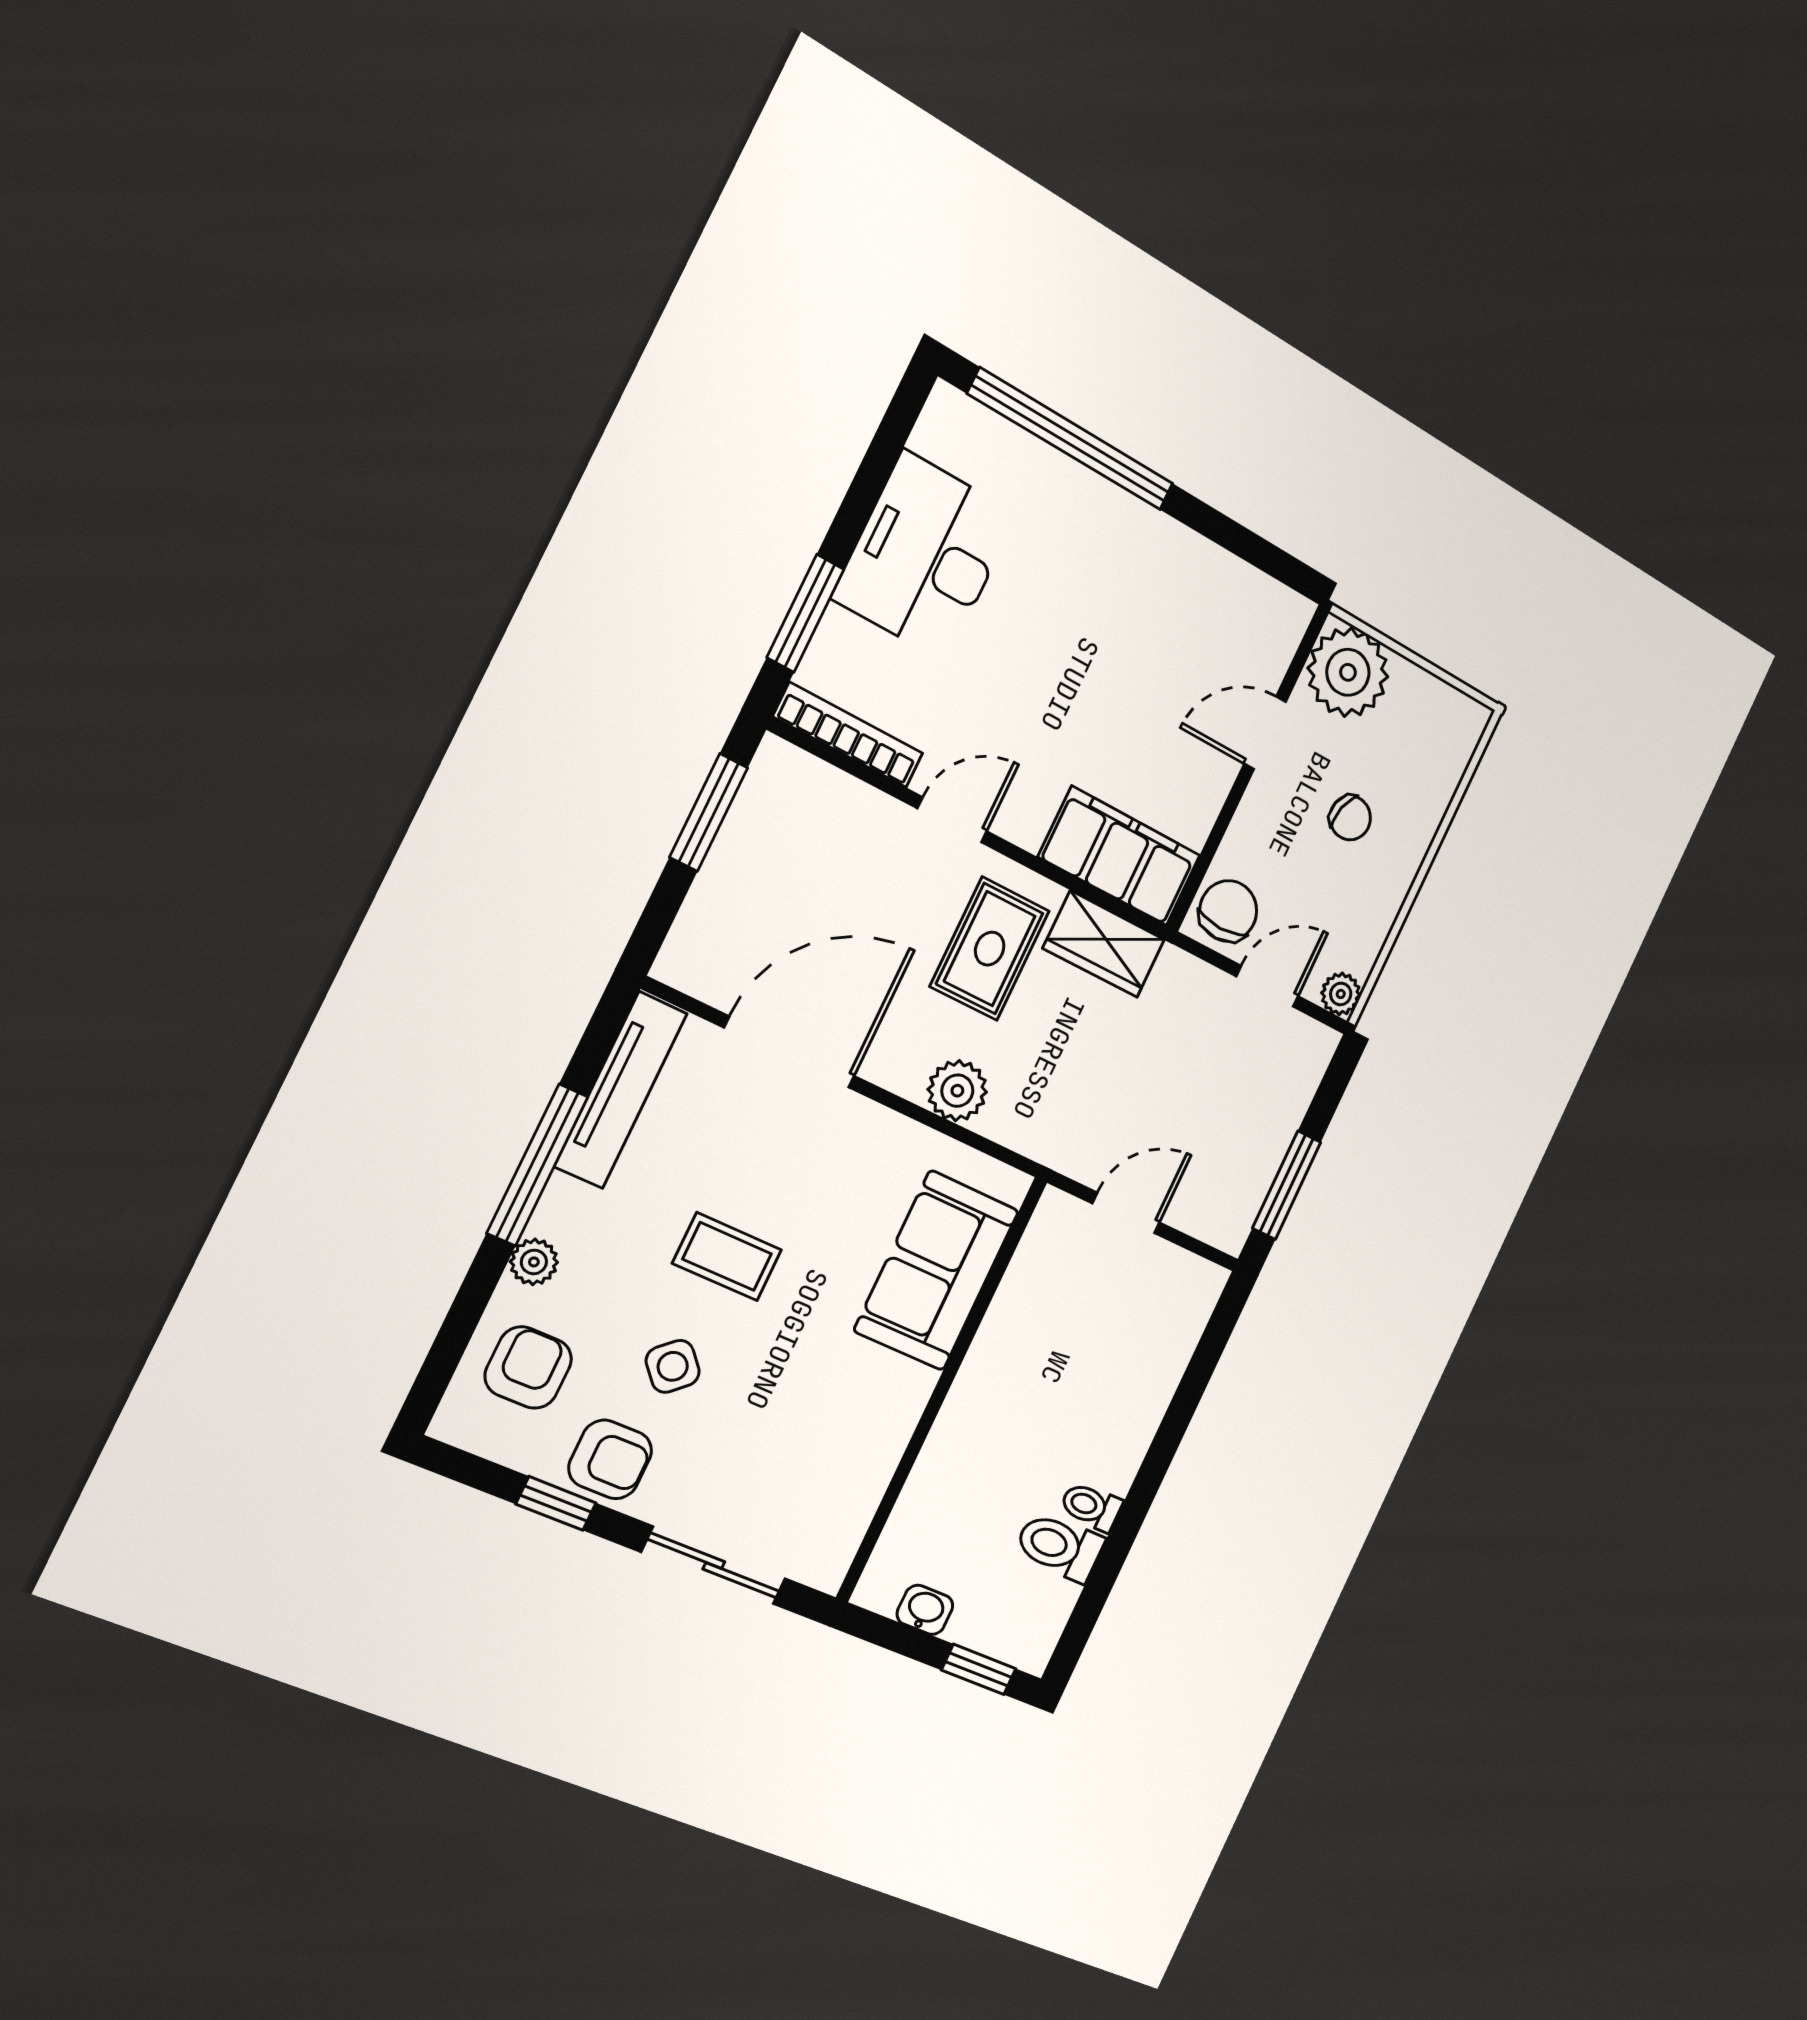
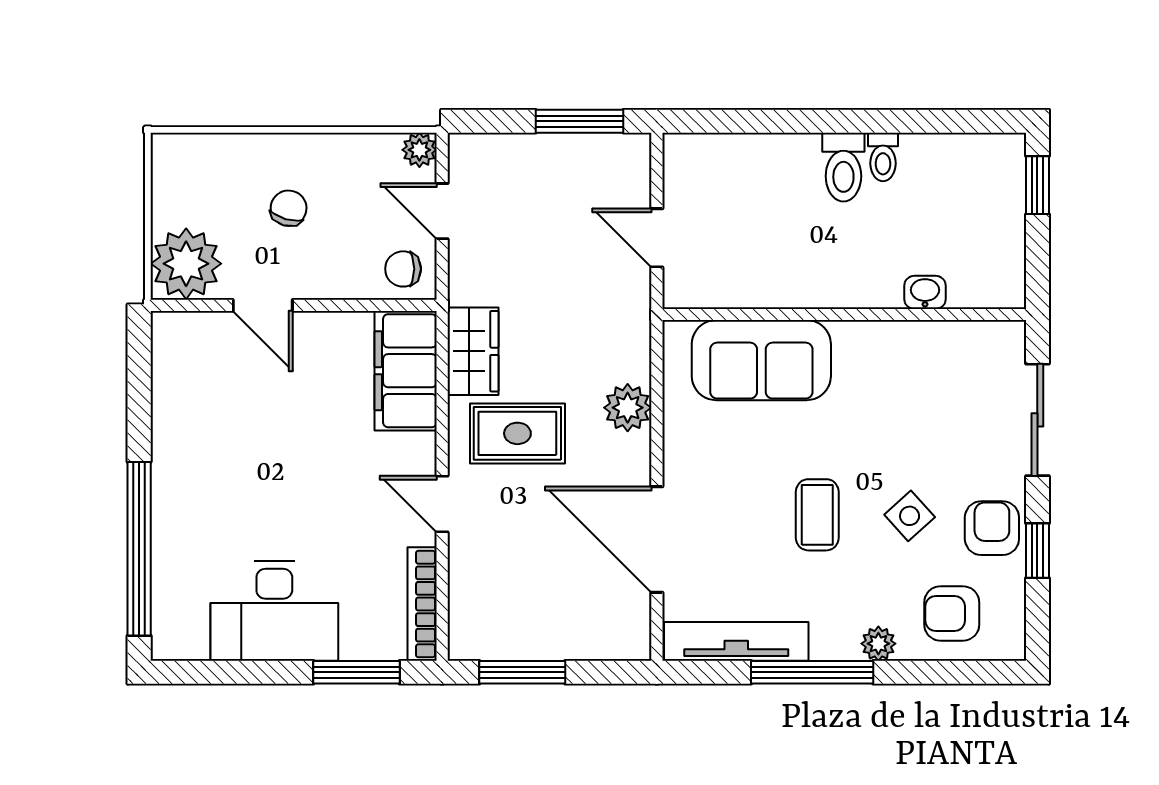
chair: (1228, 911) -> (403, 269), width x0.73, depth x0.73
toilet: (1059, 1547) -> (843, 167), moved
washbasin: (925, 1610) -> (925, 292), moved, turned 90

